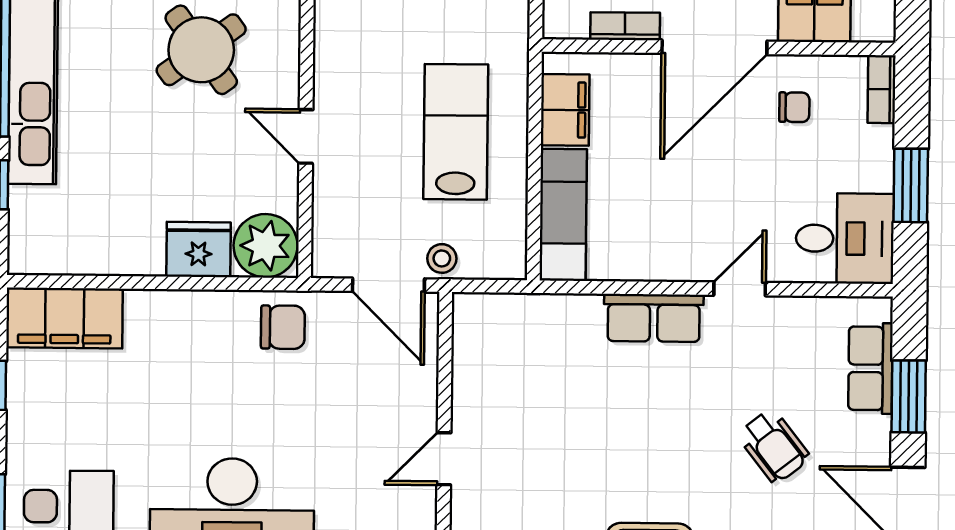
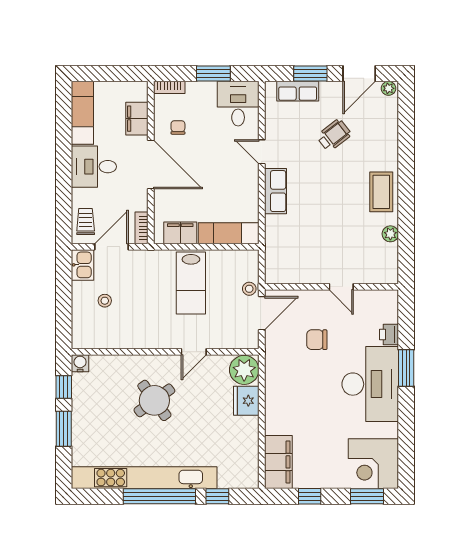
bookcase: (625, 26) -> (142, 228), moved
lab bench: (456, 132) -> (191, 283), turned -90
chair: (283, 327) -> (317, 340), moved, turned -90

